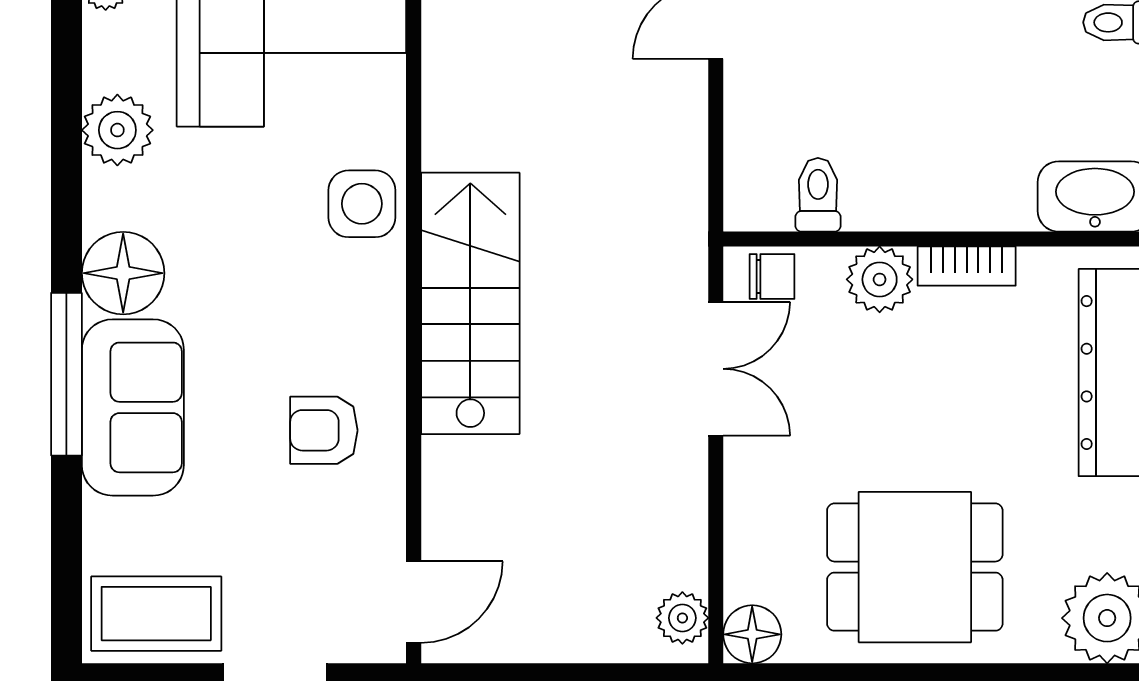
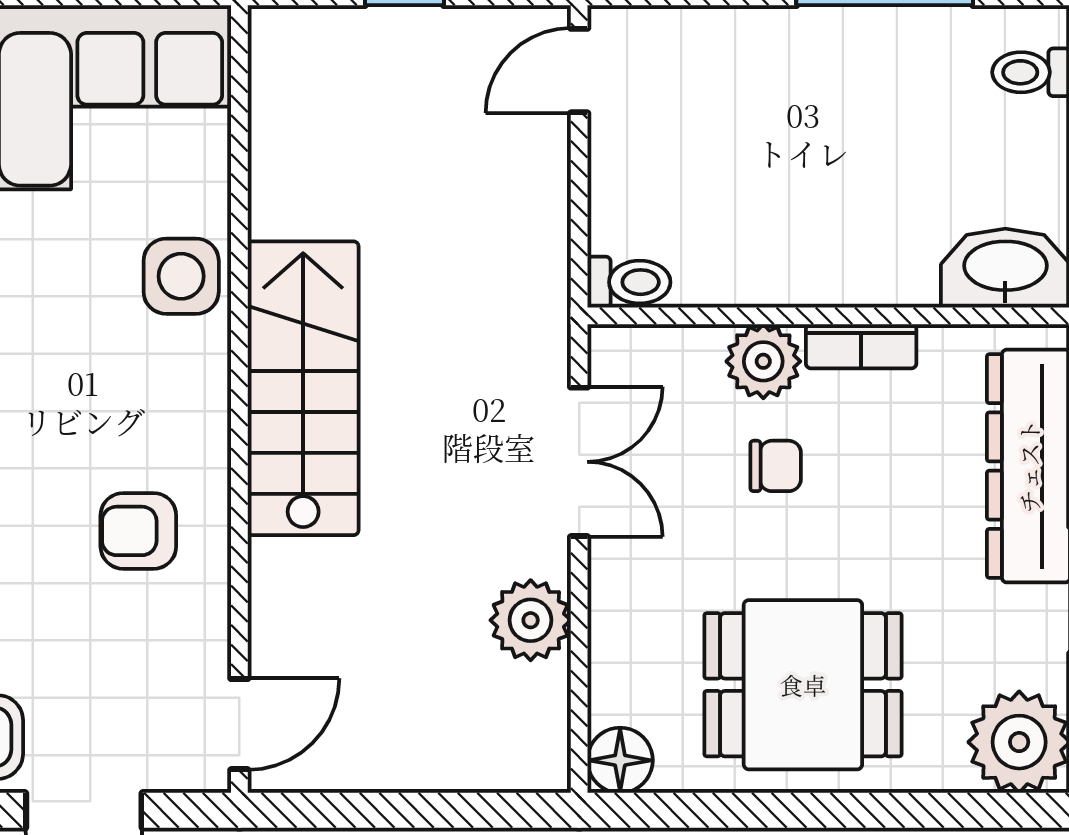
toilet: (818, 195) -> (629, 282), moved, turned 90
chair: (772, 277) -> (776, 466), moved
plant: (682, 618) -> (531, 620), moved, width x1.38, depth x1.38

